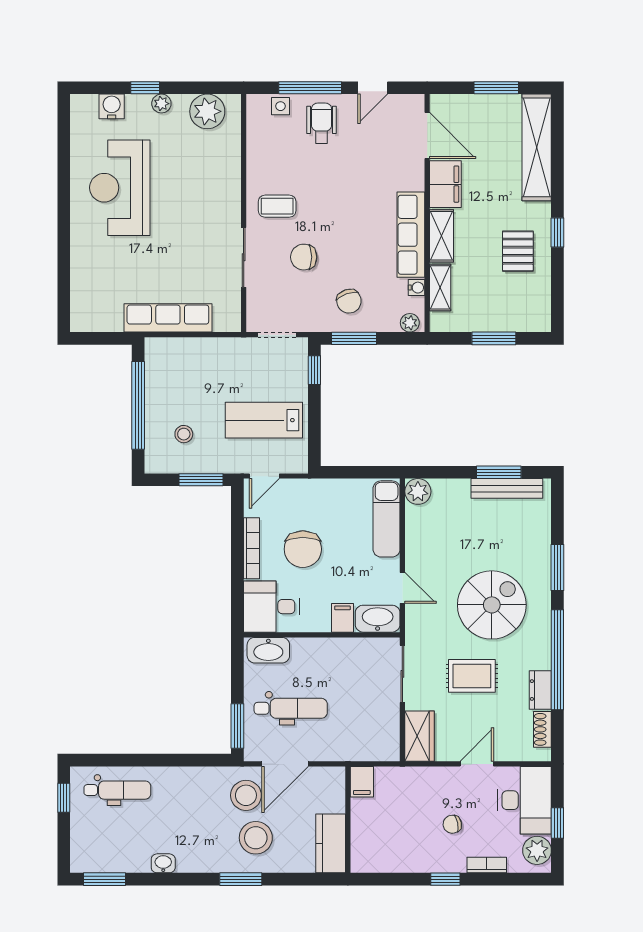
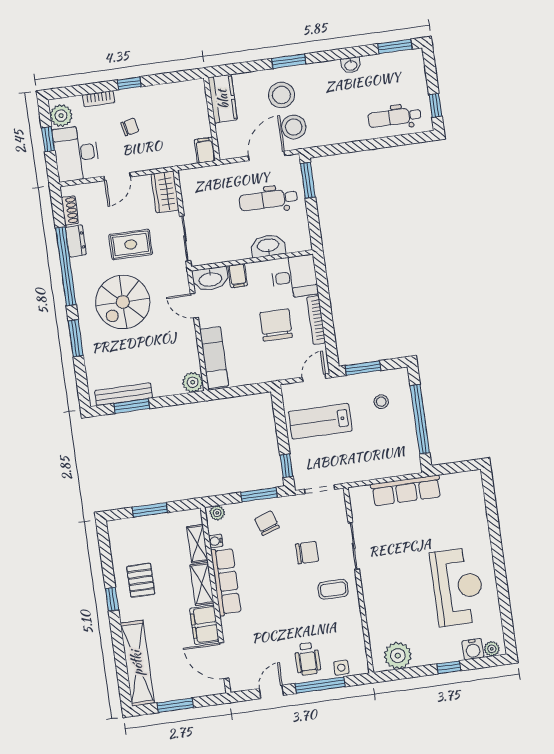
plant: (161, 104) -> (492, 649), moved
lab bench: (264, 420) -> (320, 421), turned 180
washbasin: (268, 650) -> (268, 246), moved

